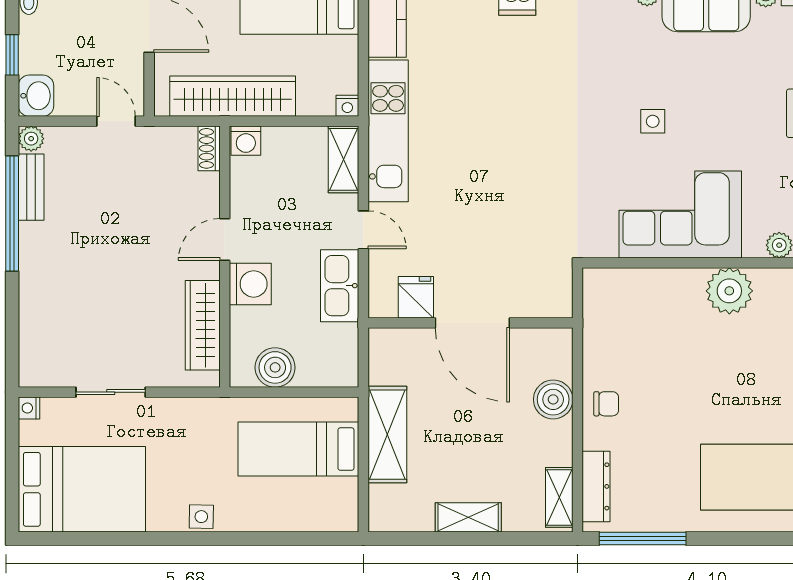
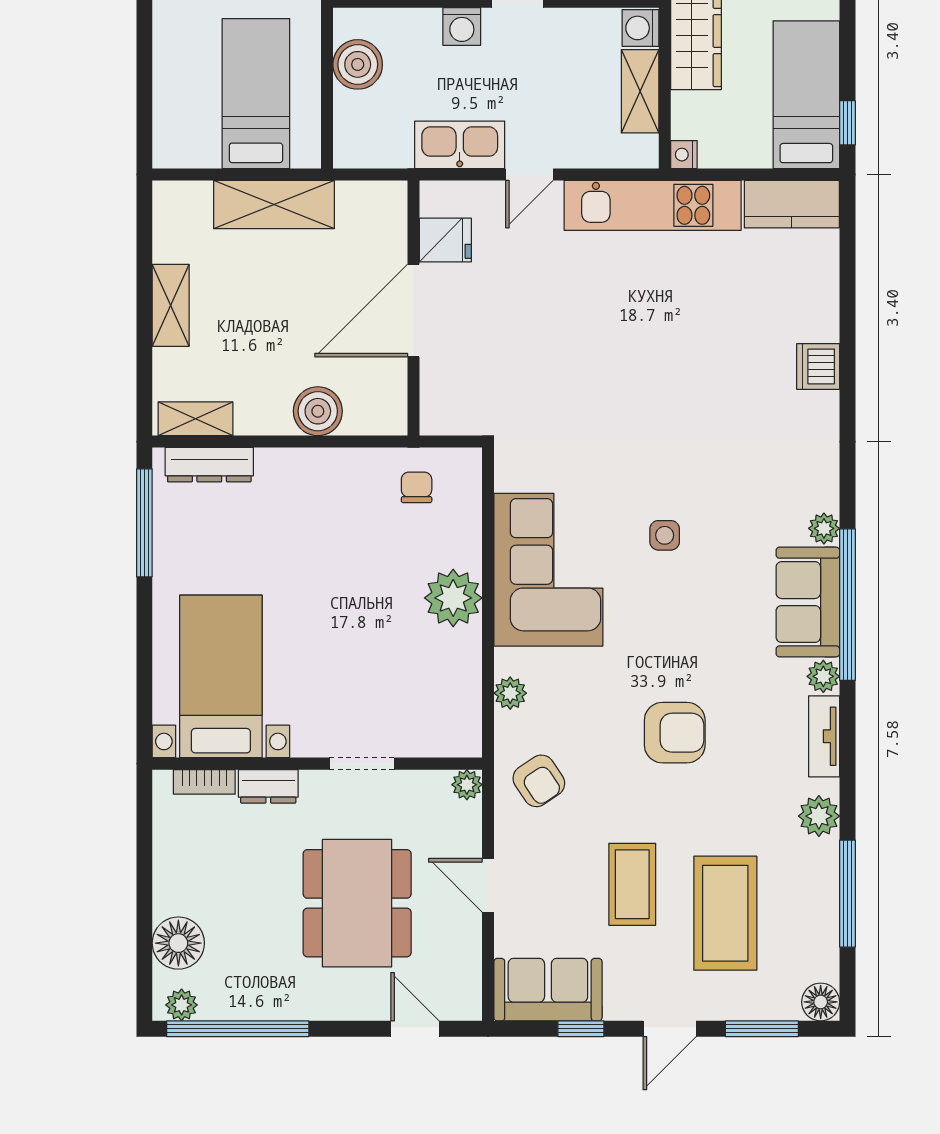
shelving: (344, 159) -> (640, 91), moved, turned 90
washing machine: (250, 284) -> (462, 26), width x0.73, depth x0.73
plant: (729, 291) -> (453, 598), moved
chair: (606, 404) -> (417, 487), moved, turned 180

